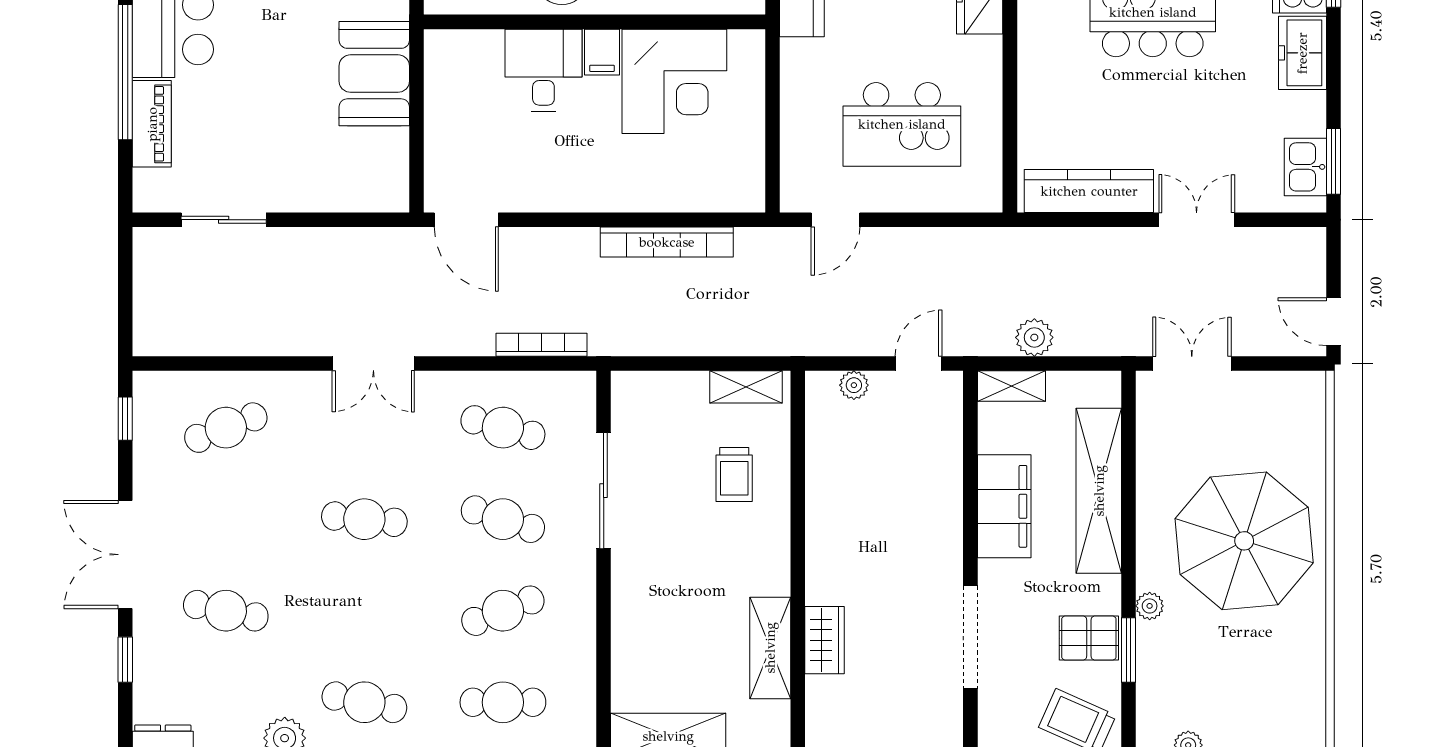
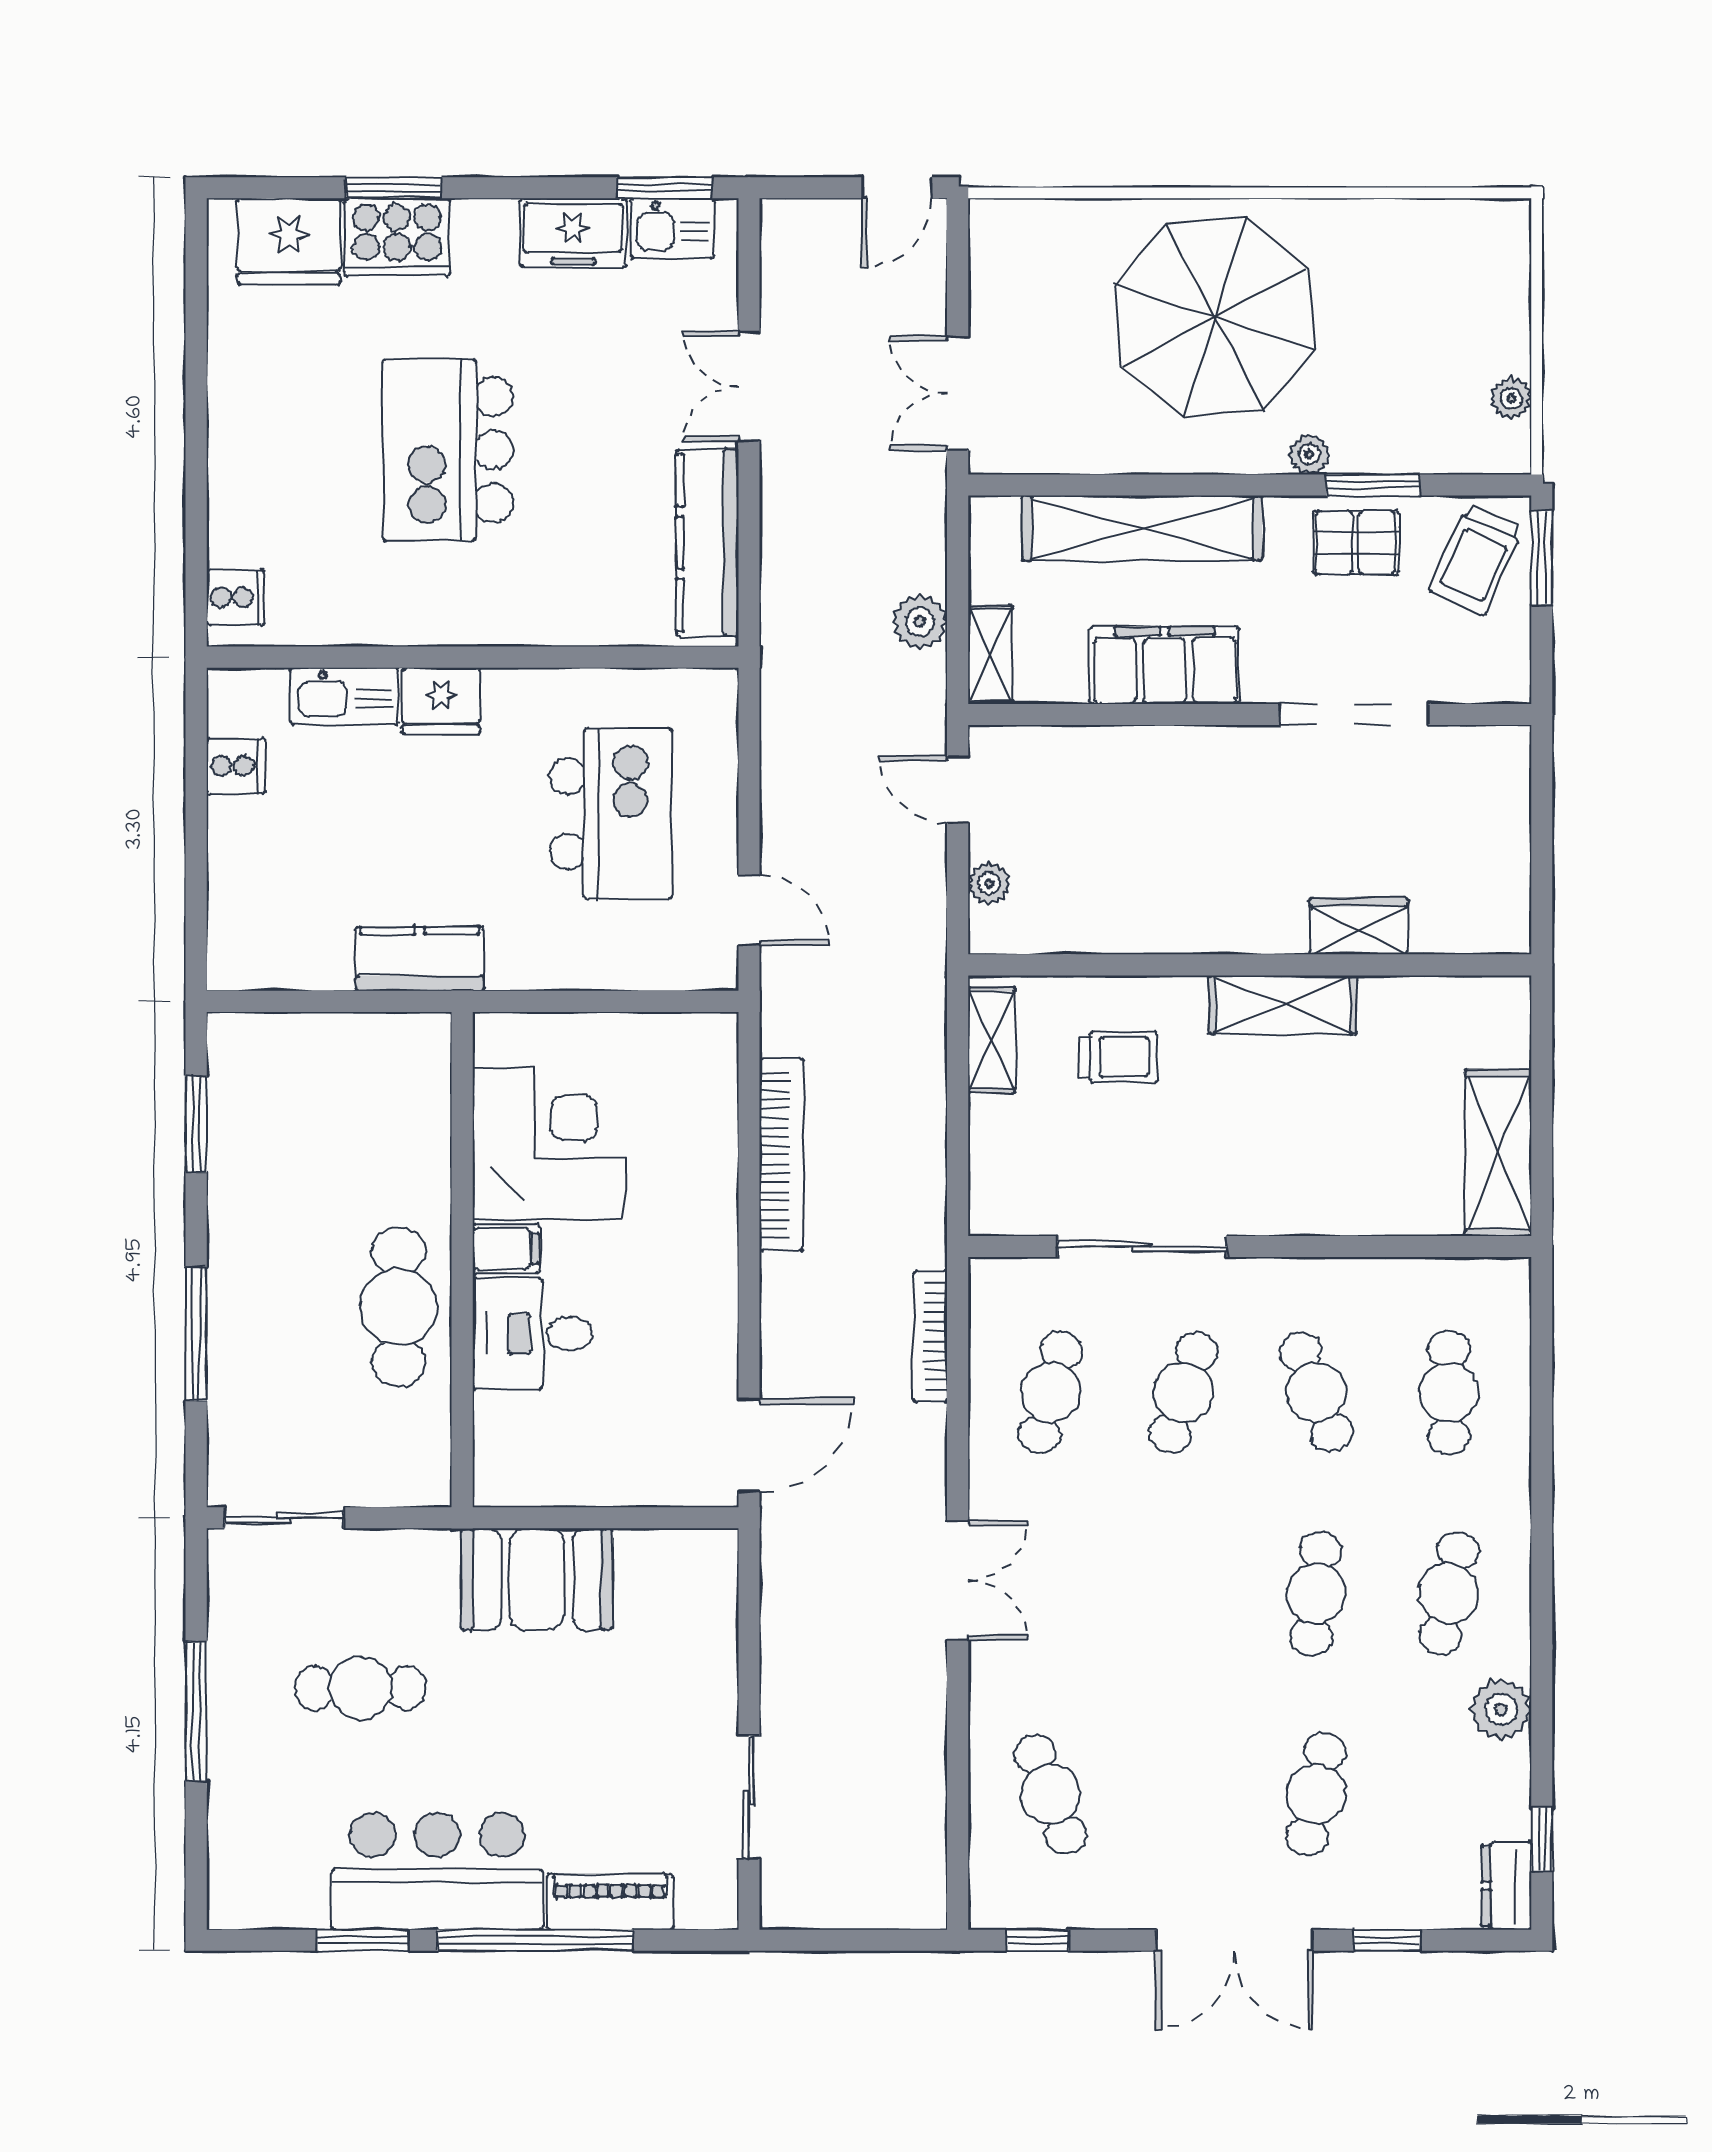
freezer: (1302, 53) -> (573, 233), moved
cafe table: (364, 519) -> (1316, 1593), moved
pallet: (1089, 638) -> (1356, 543), turned 90
shelving: (770, 648) -> (1283, 1005), moved

